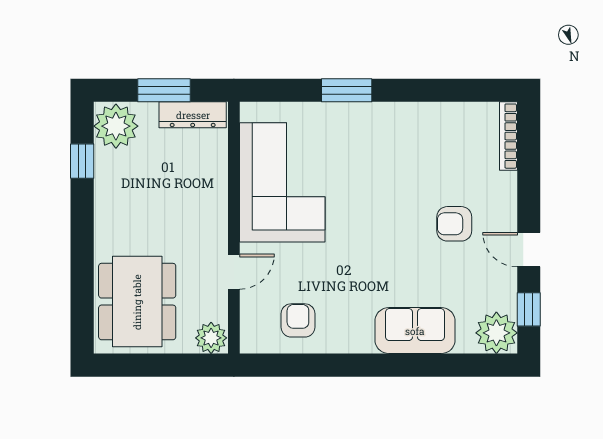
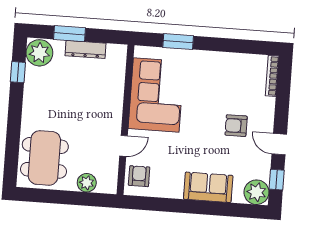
corner sofa: (282, 182) -> (156, 95), moved
wall: (234, 228) -> (125, 120), moved
door: (234, 272) -> (124, 146), moved

